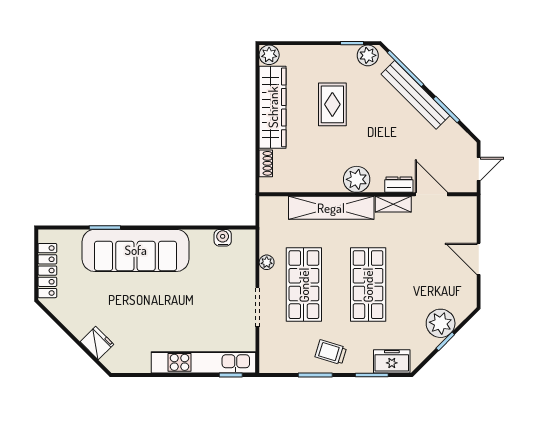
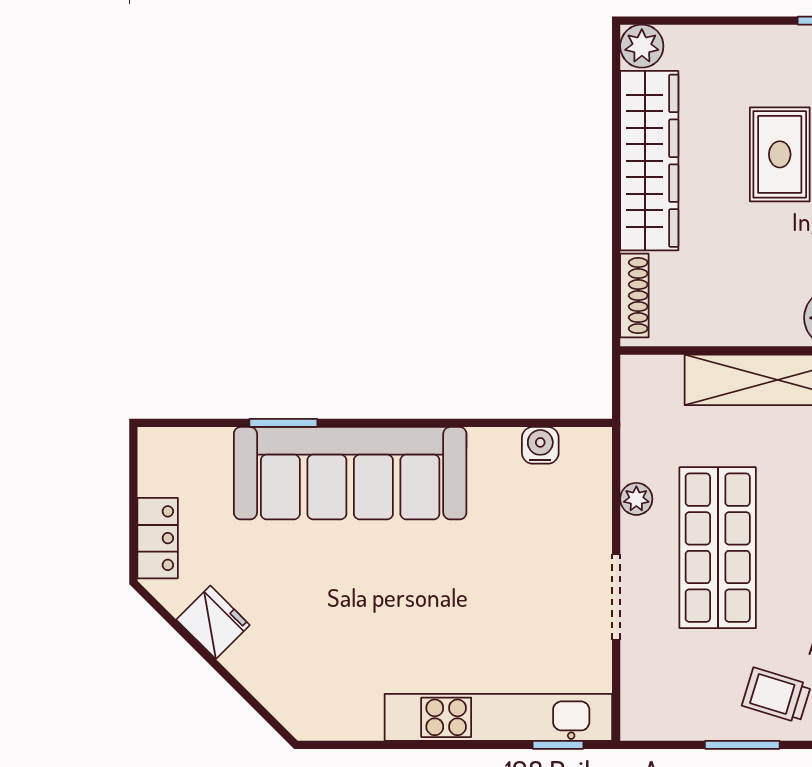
shoe rack: (266, 163) -> (634, 296), width x1.43
locker: (47, 271) -> (158, 538), width x0.66
fridge: (97, 343) -> (213, 622), moved

